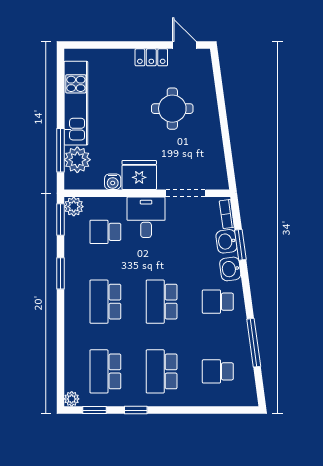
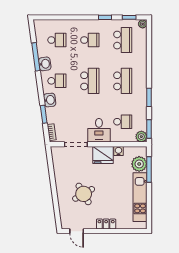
locker: (151, 57) -> (106, 224), moved
round table: (172, 109) -> (84, 194), turned -30
washbasin: (227, 241) -> (45, 64), moved
school desk: (162, 371) -> (90, 40), width x0.54

